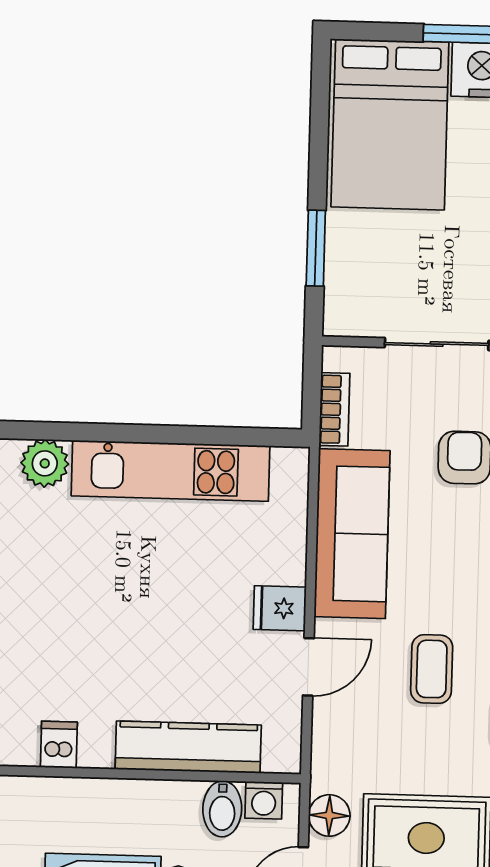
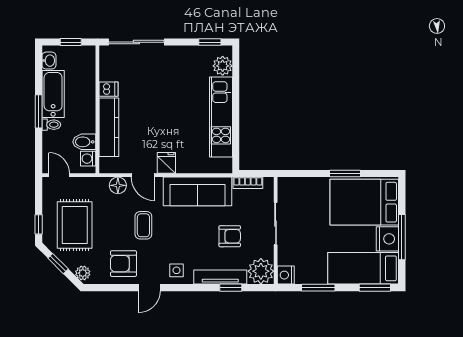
window: (316, 248) -> (345, 173), moved
coffee table: (432, 669) -> (143, 225), turned 90
dishwasher: (59, 745) -> (108, 89), moved
floor lamp: (329, 815) -> (118, 185), moved

